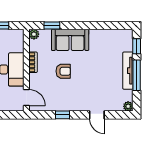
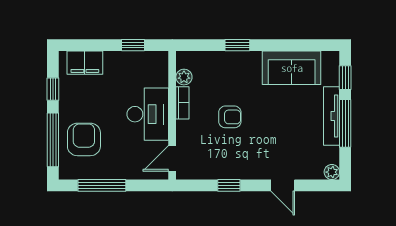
window: (52, 25) -> (237, 45), moved
plant: (34, 34) -> (184, 77), moved
sofa: (70, 40) -> (292, 68), moved
door: (26, 98) -> (172, 158), swing flipped

